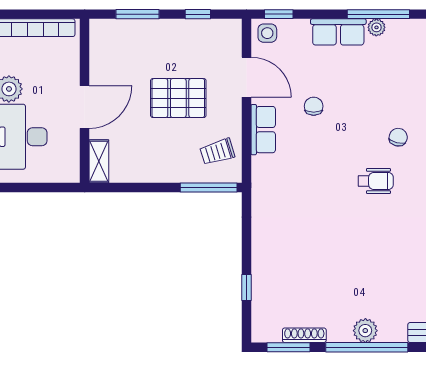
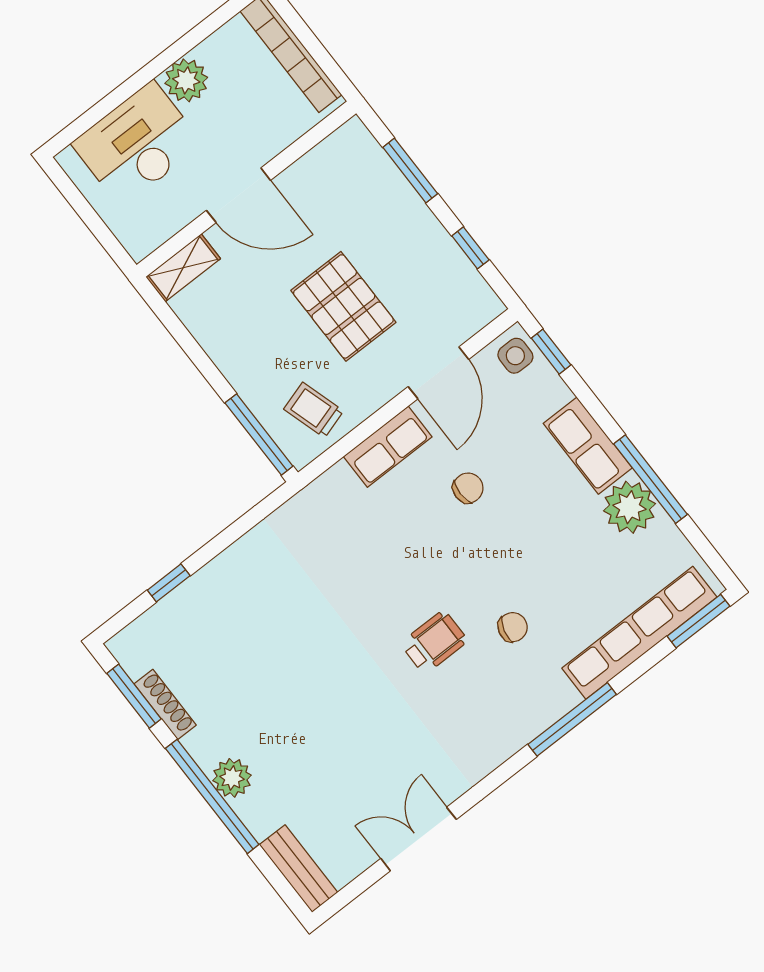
plant: (376, 27) -> (630, 507), width x1.87, depth x1.87
wheelchair: (376, 181) -> (434, 642), turned -90

